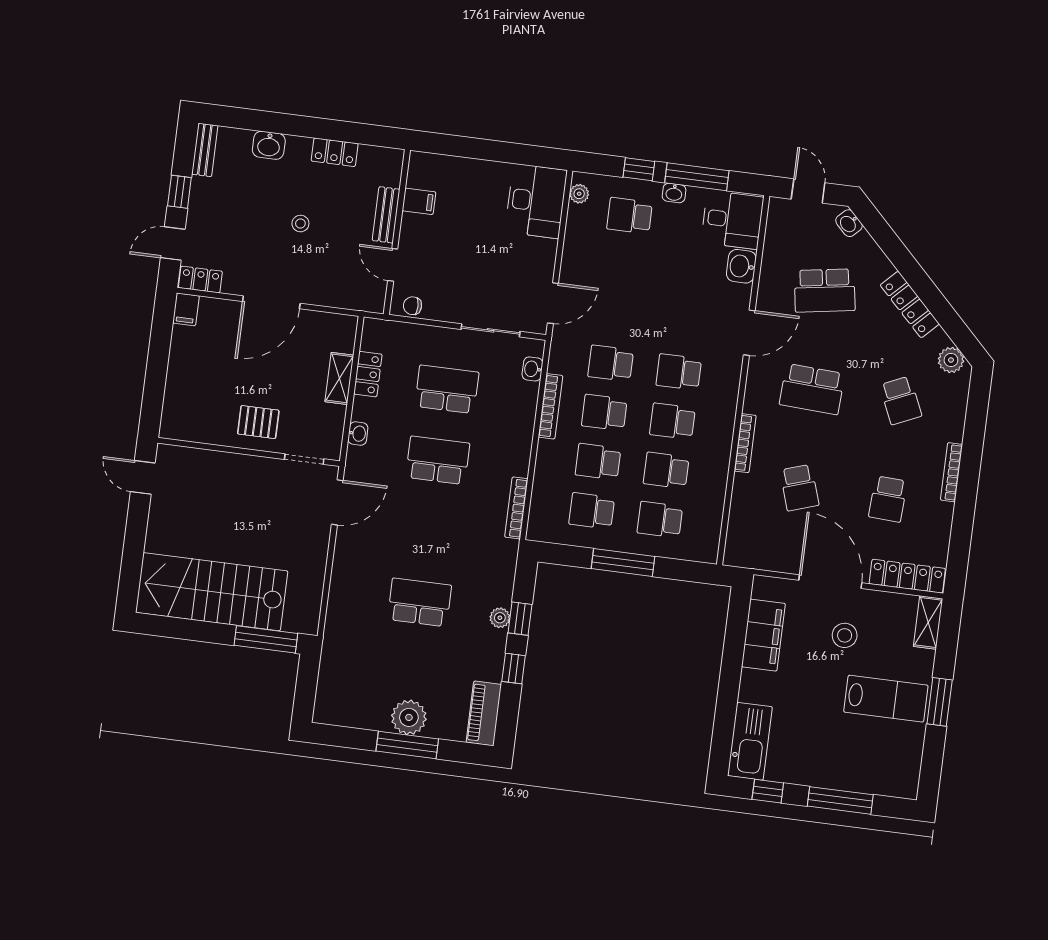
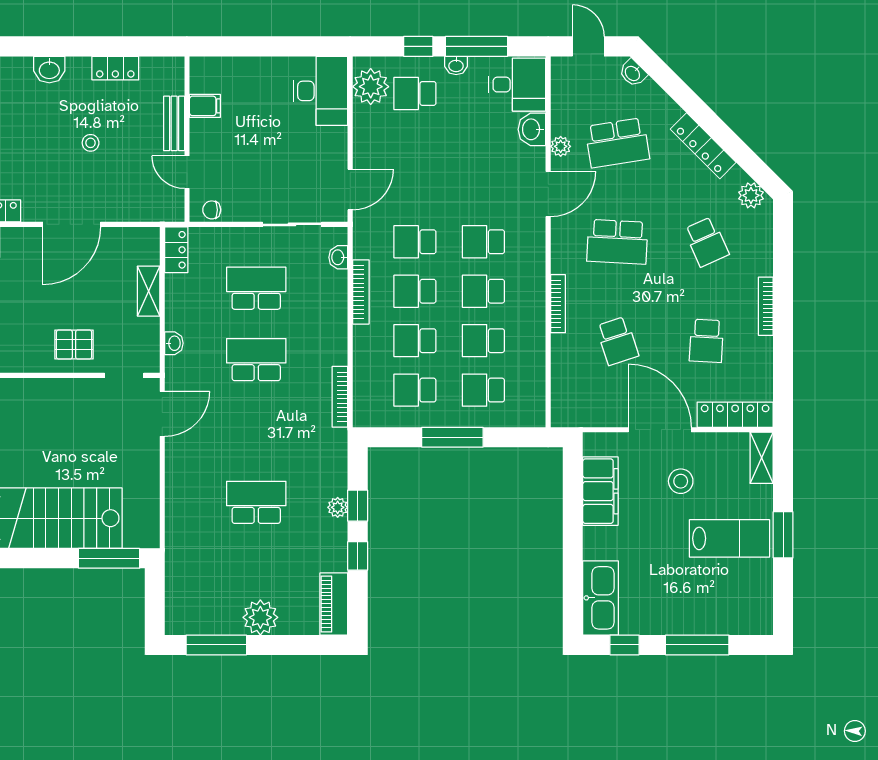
plant: (579, 194) -> (371, 87), width x1.88, depth x1.88
plant: (768, 287) -> (561, 146), added
locker: (368, 374) -> (176, 250), moved
window: (407, 745) -> (216, 645), moved

